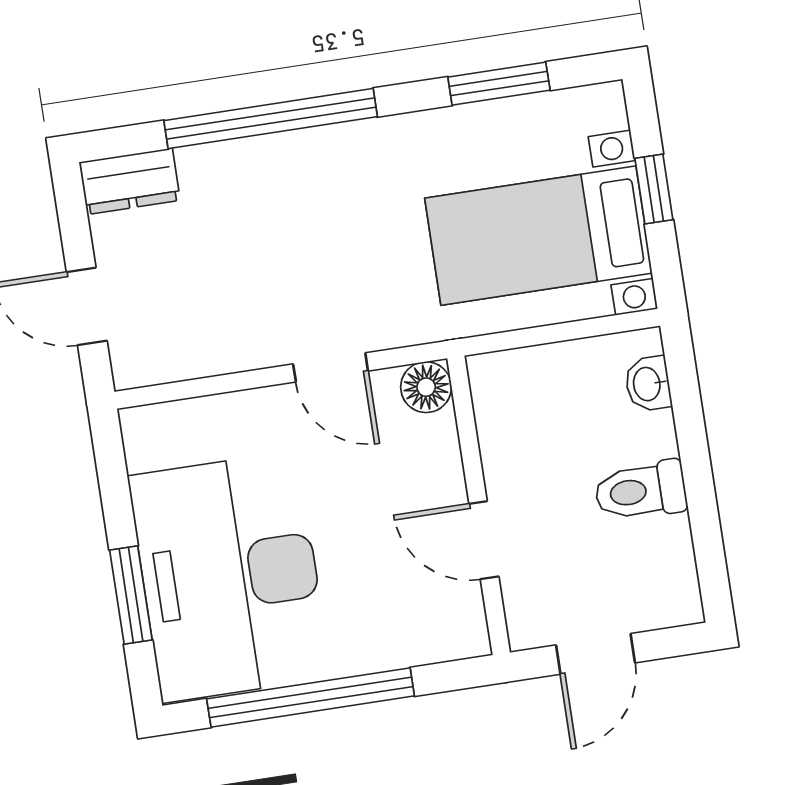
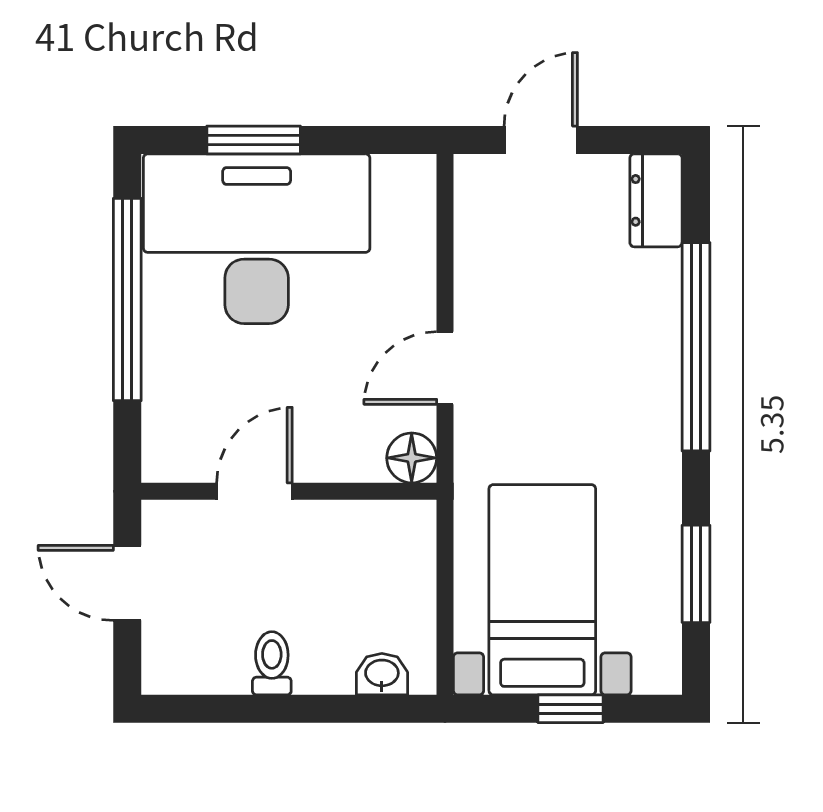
toilet: (641, 491) -> (272, 663), width x0.73, depth x0.72

